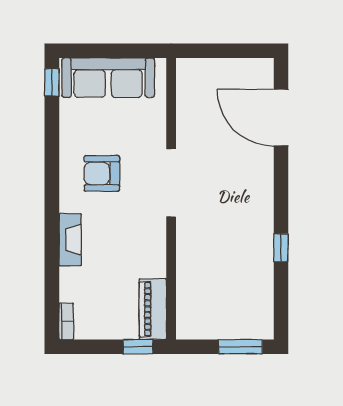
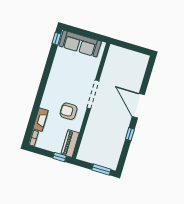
door: (281, 118) -> (138, 106), moved
armchair: (102, 173) -> (69, 111), moved
fireplace: (70, 240) -> (41, 120), moved

